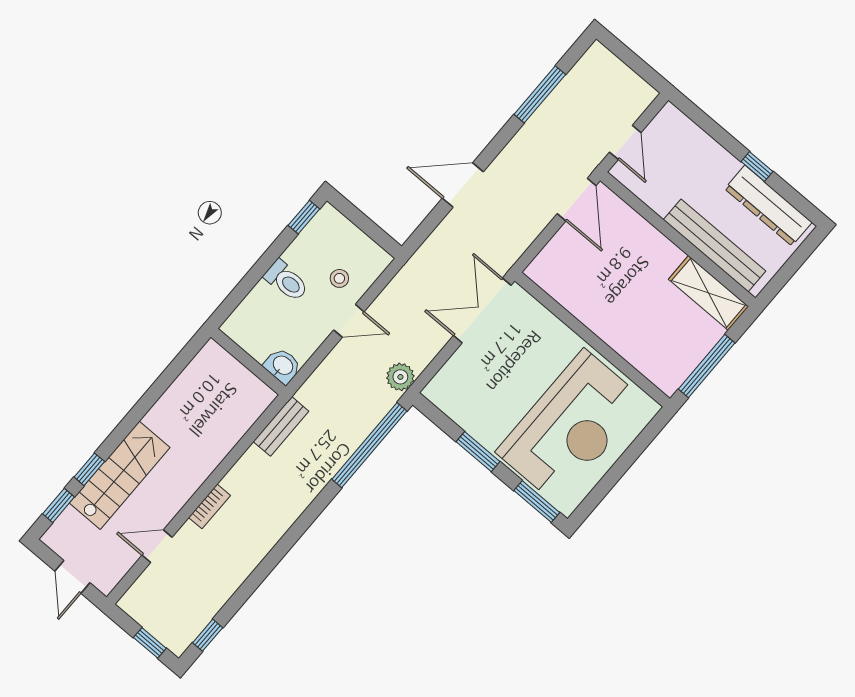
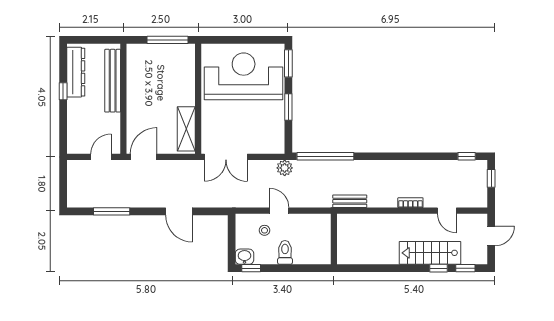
shelving: (708, 293) -> (186, 129), moved
washbasin: (282, 366) -> (244, 257), moved, turned 90

